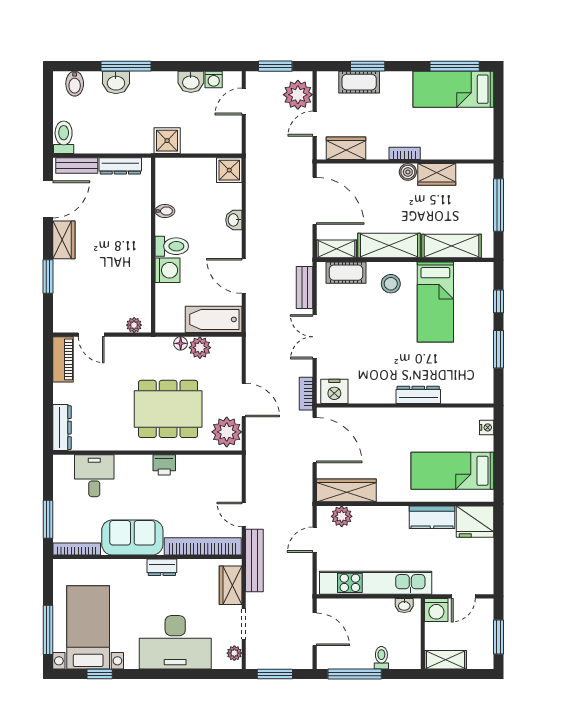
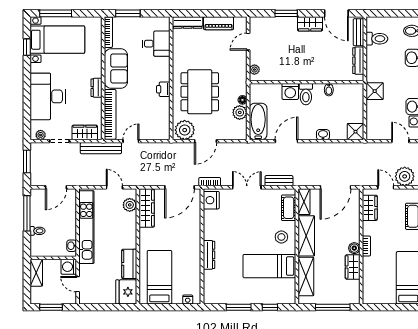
toilet: (64, 137) -> (377, 39), moved
piano: (63, 359) -> (219, 23), moved

